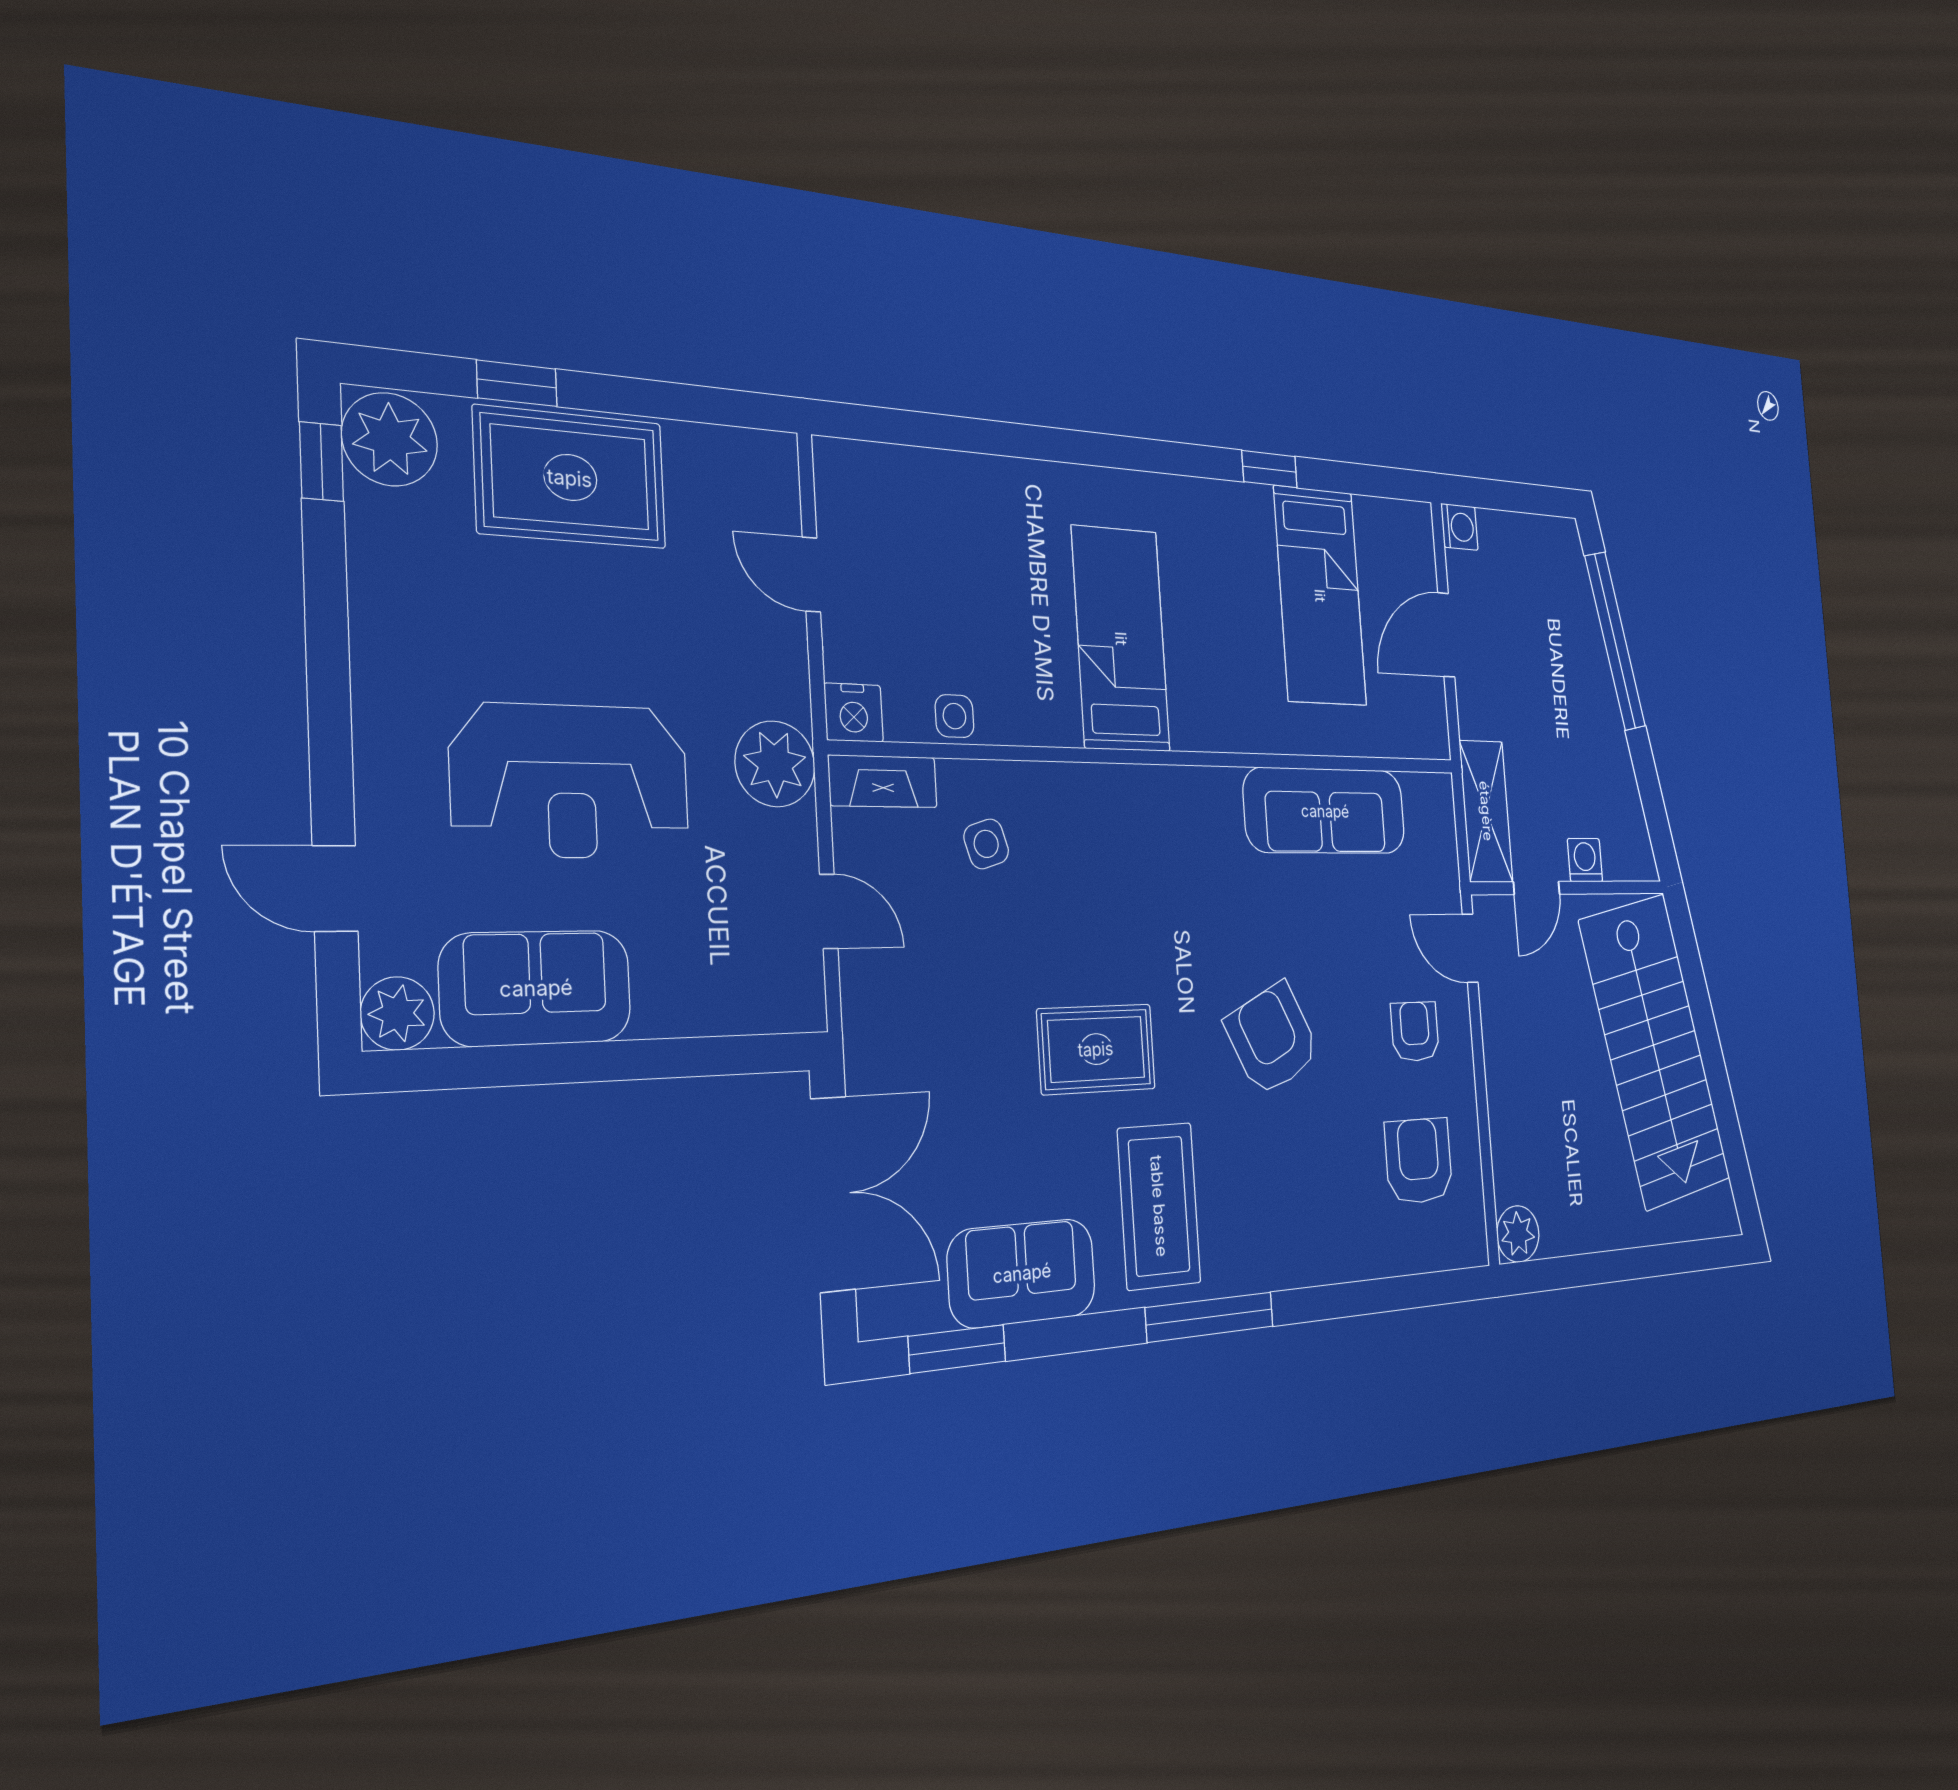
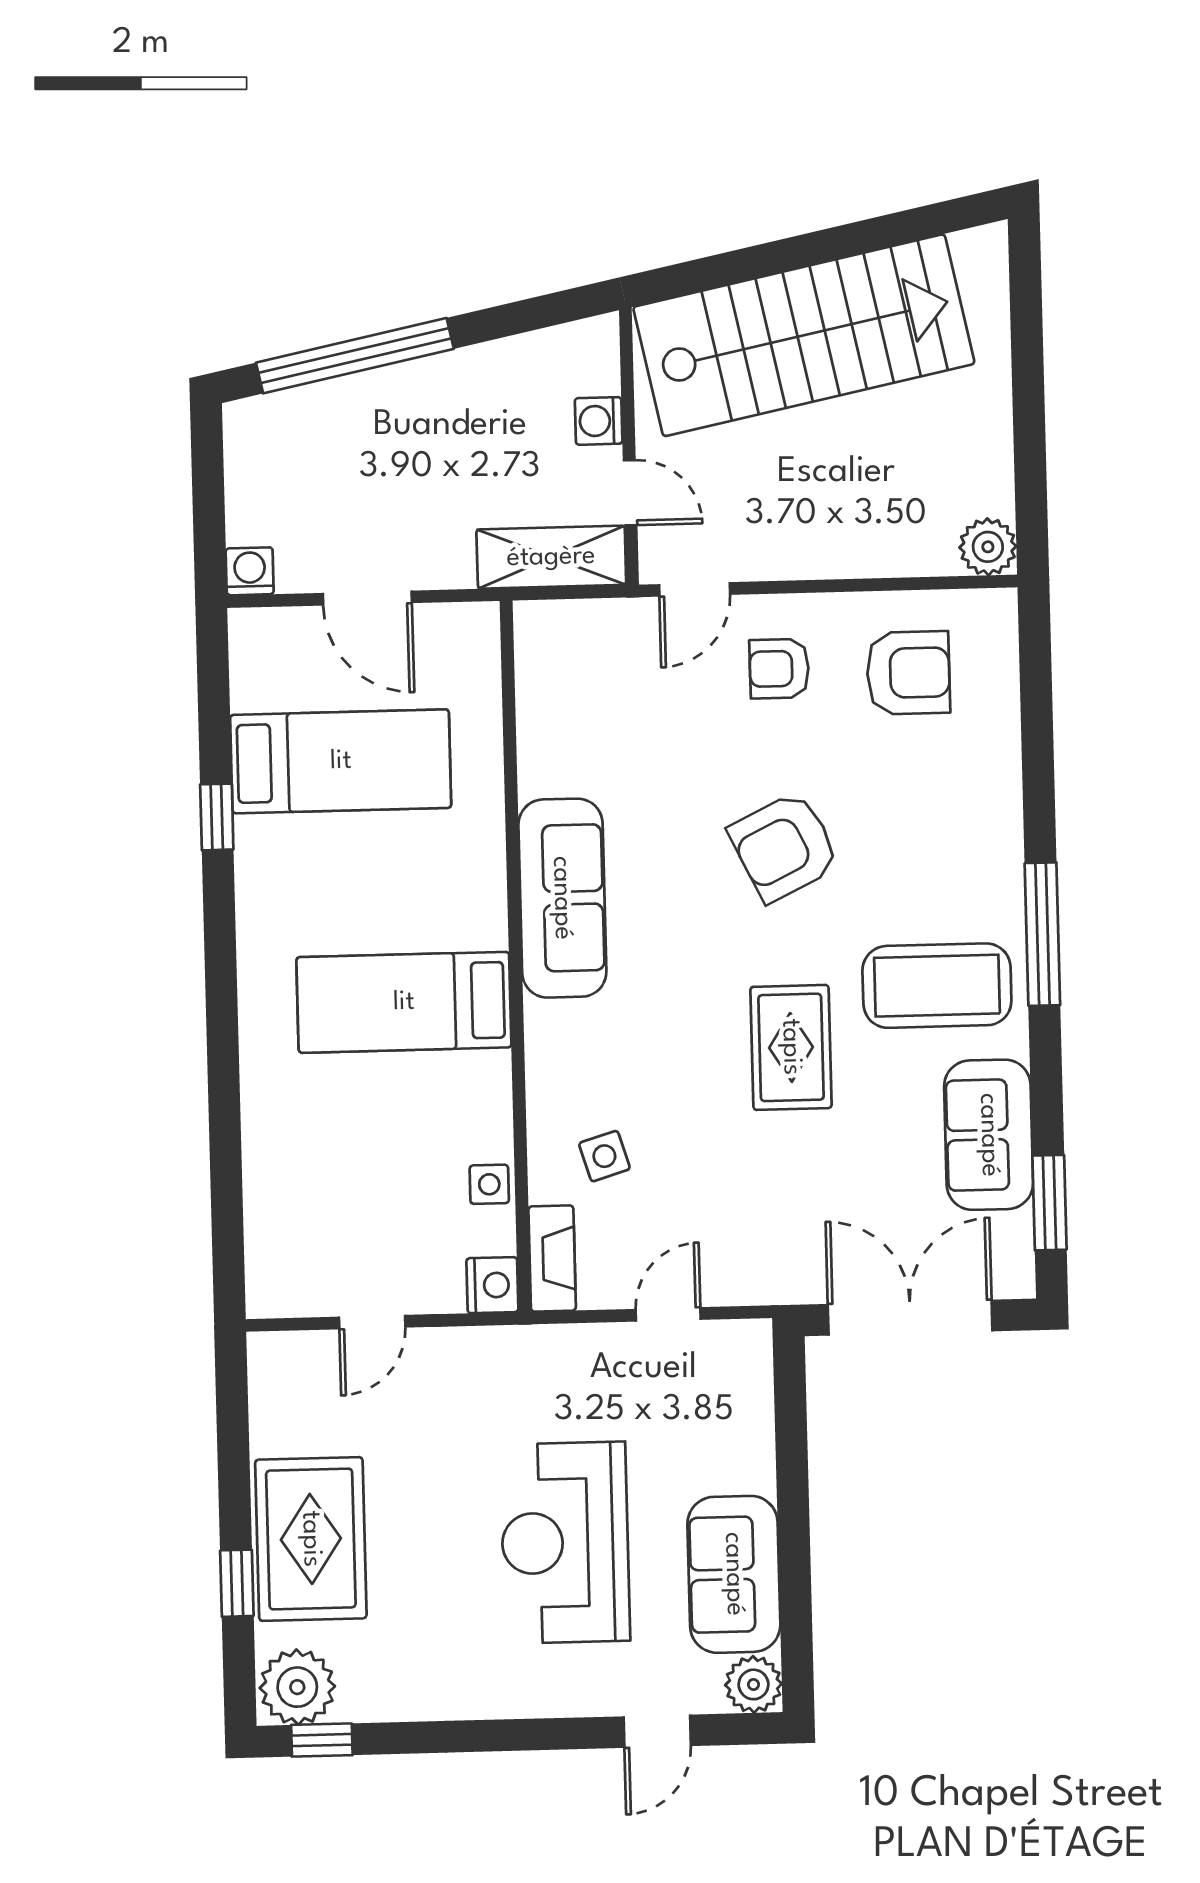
plant: (775, 764) -> (542, 1361), removed
reception desk: (571, 781) -> (565, 1543), turned 180
sofa: (1325, 811) -> (562, 898), moved
armchair: (1419, 1161) -> (908, 673), turned 180

